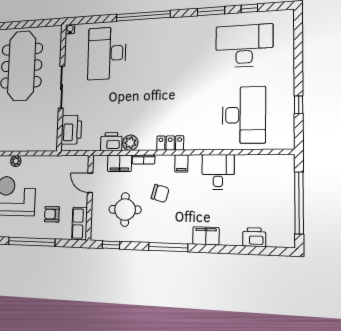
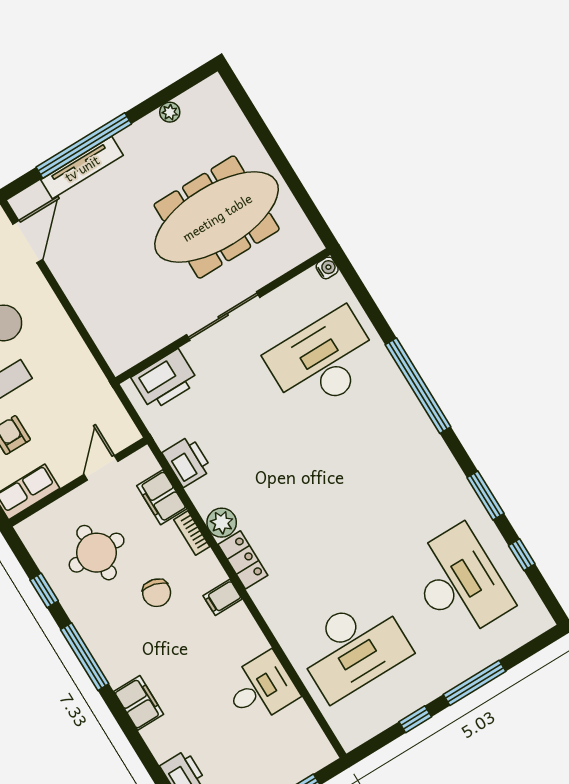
window: (298, 65) -> (474, 683), added
plant: (130, 143) -> (222, 523), moved
plant: (16, 161) -> (54, 313), removed
desk: (218, 172) -> (261, 688), moved
window: (111, 245) -> (44, 590), moved

